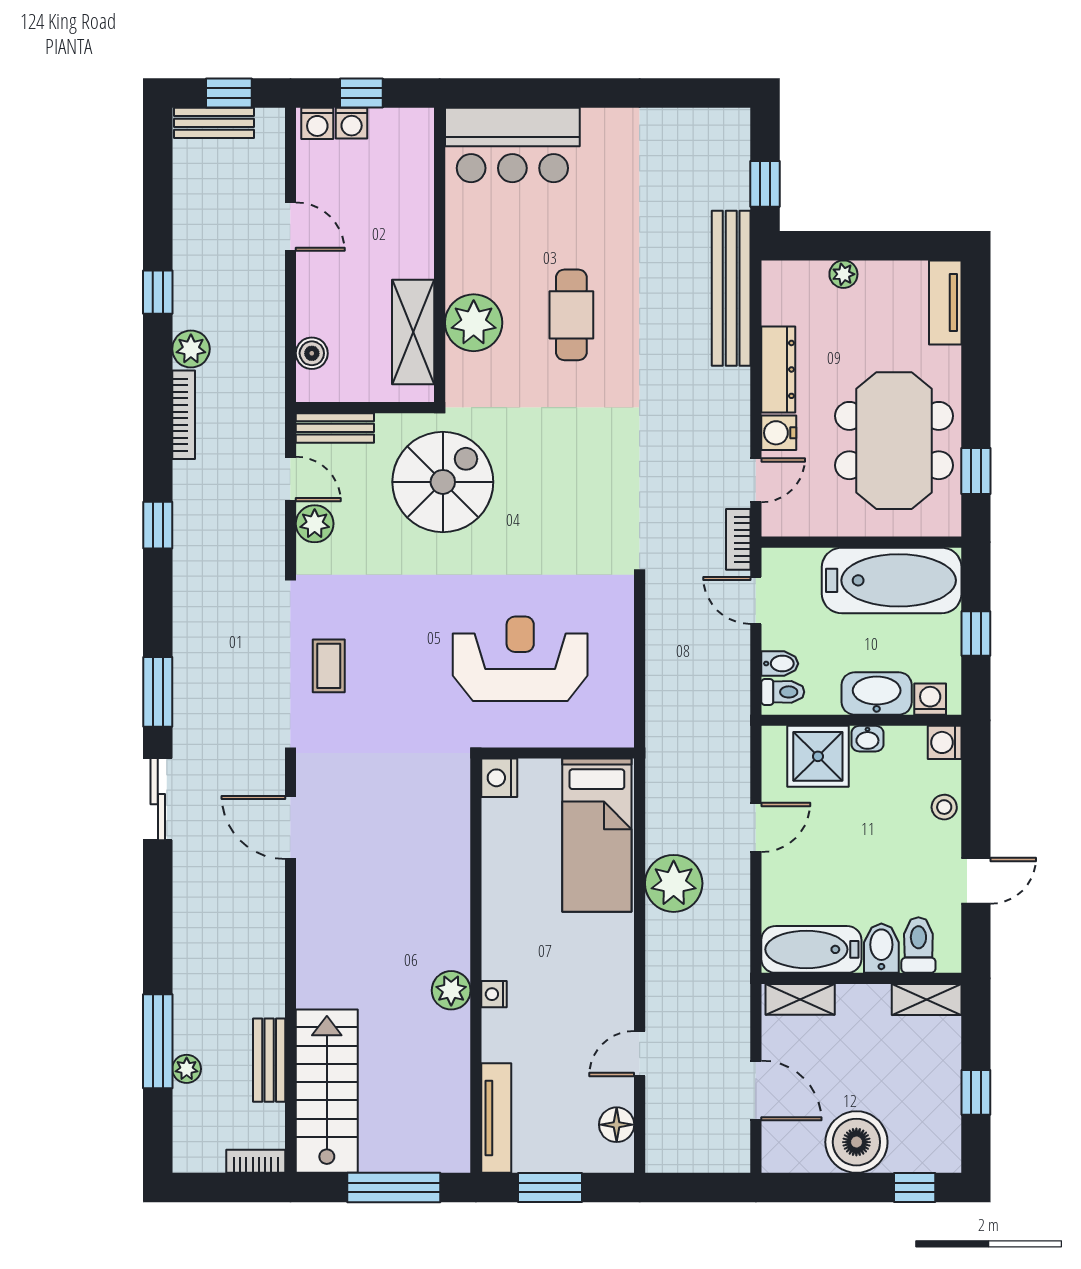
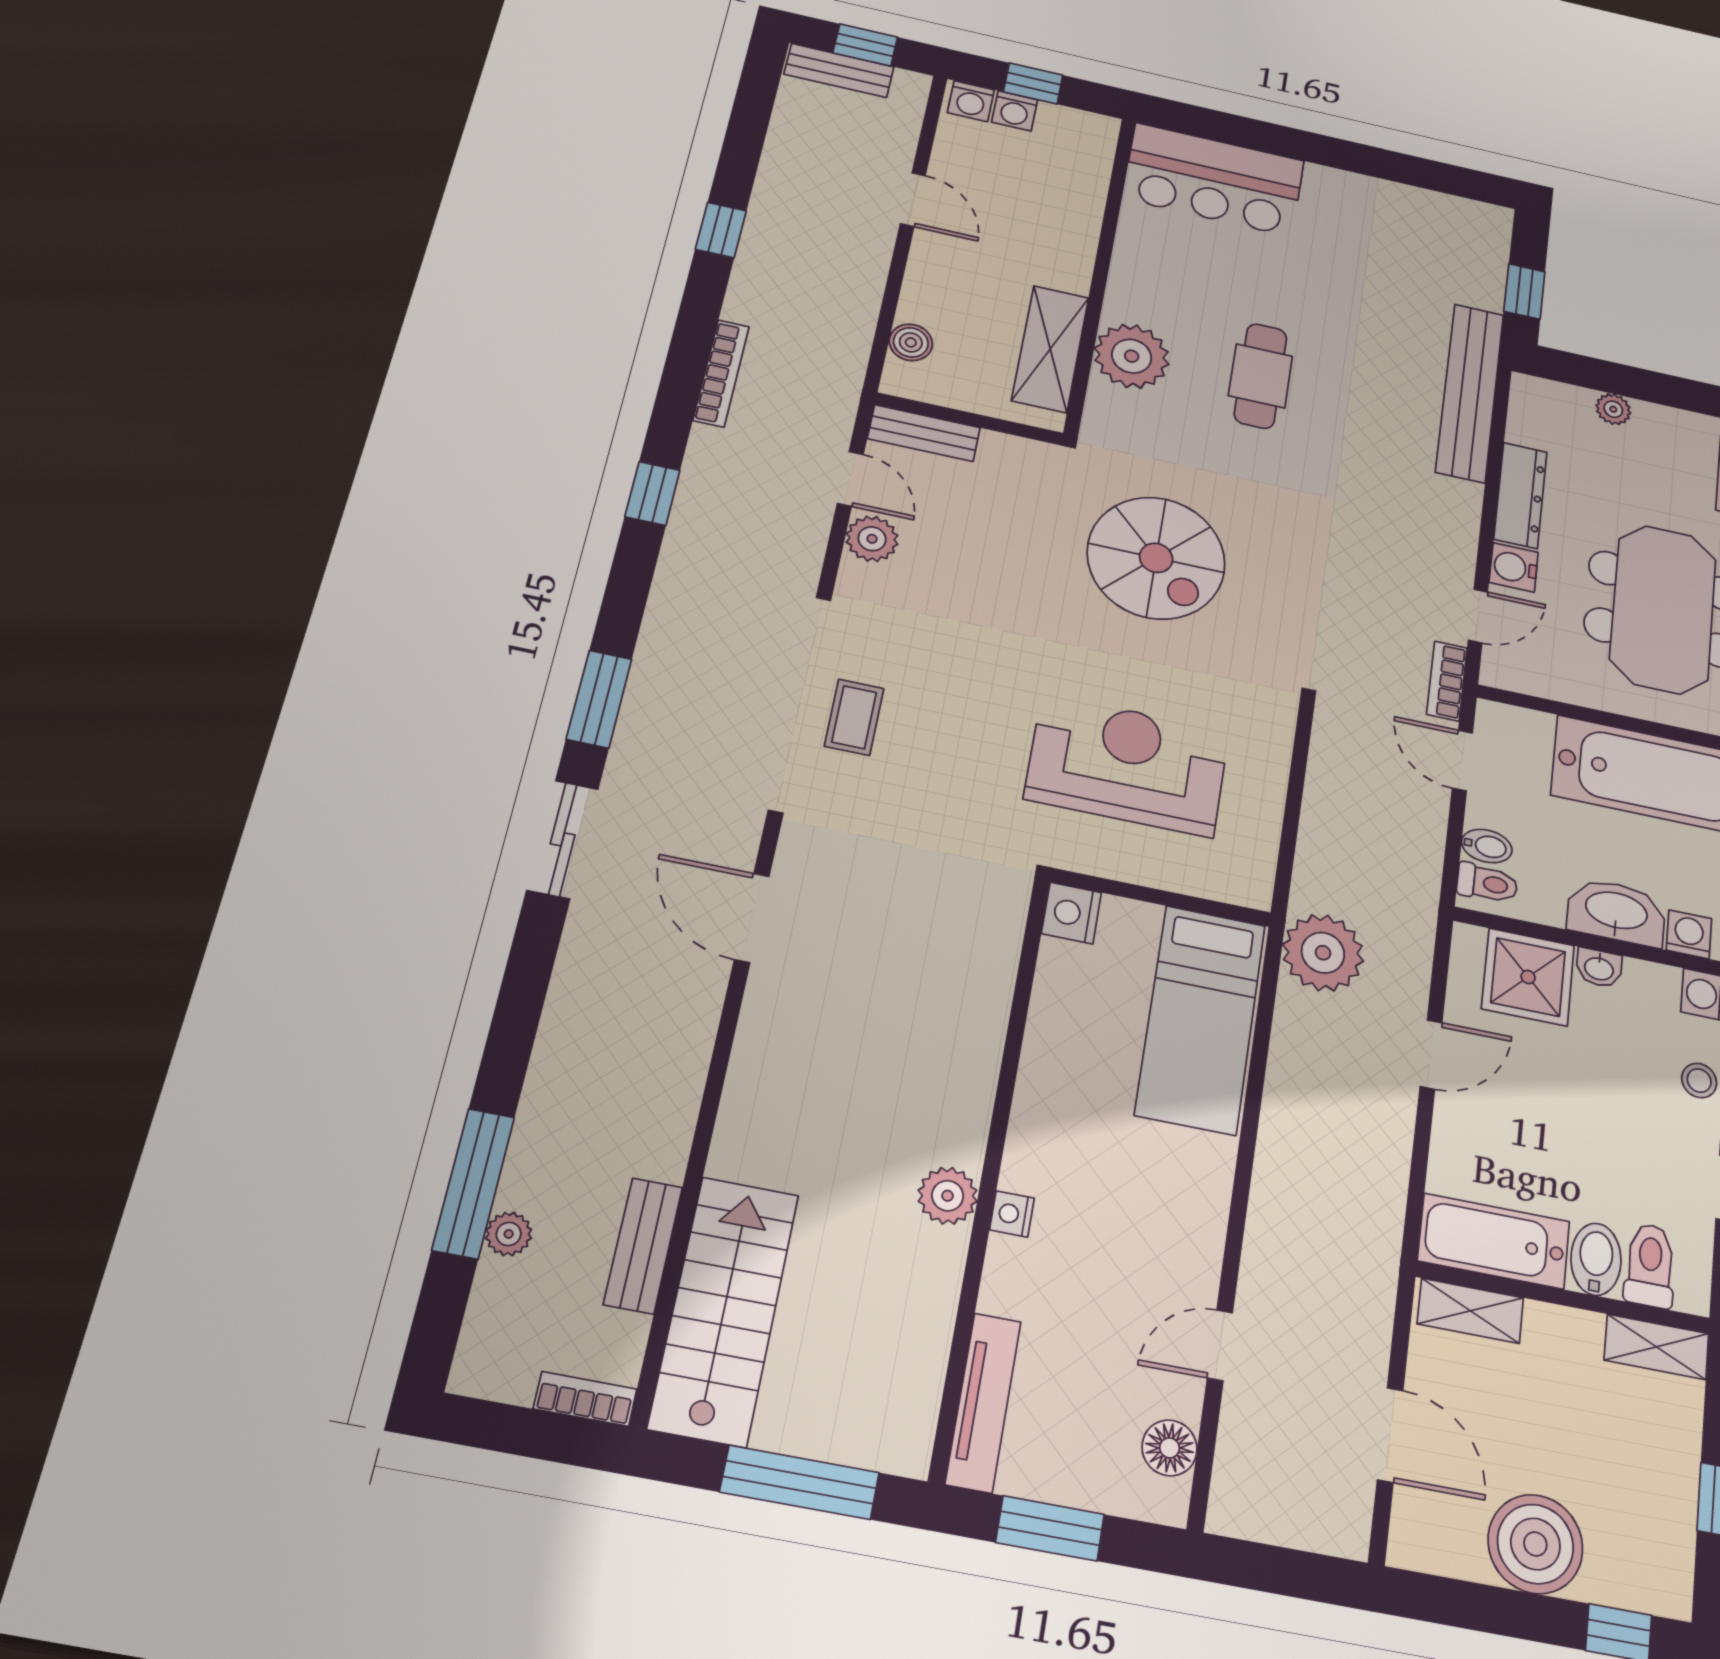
plant: (191, 349) -> (750, 302), removed
spiral stairs: (443, 482) -> (1156, 558), moved, turned 90
plant: (674, 883) -> (1323, 953), moved

